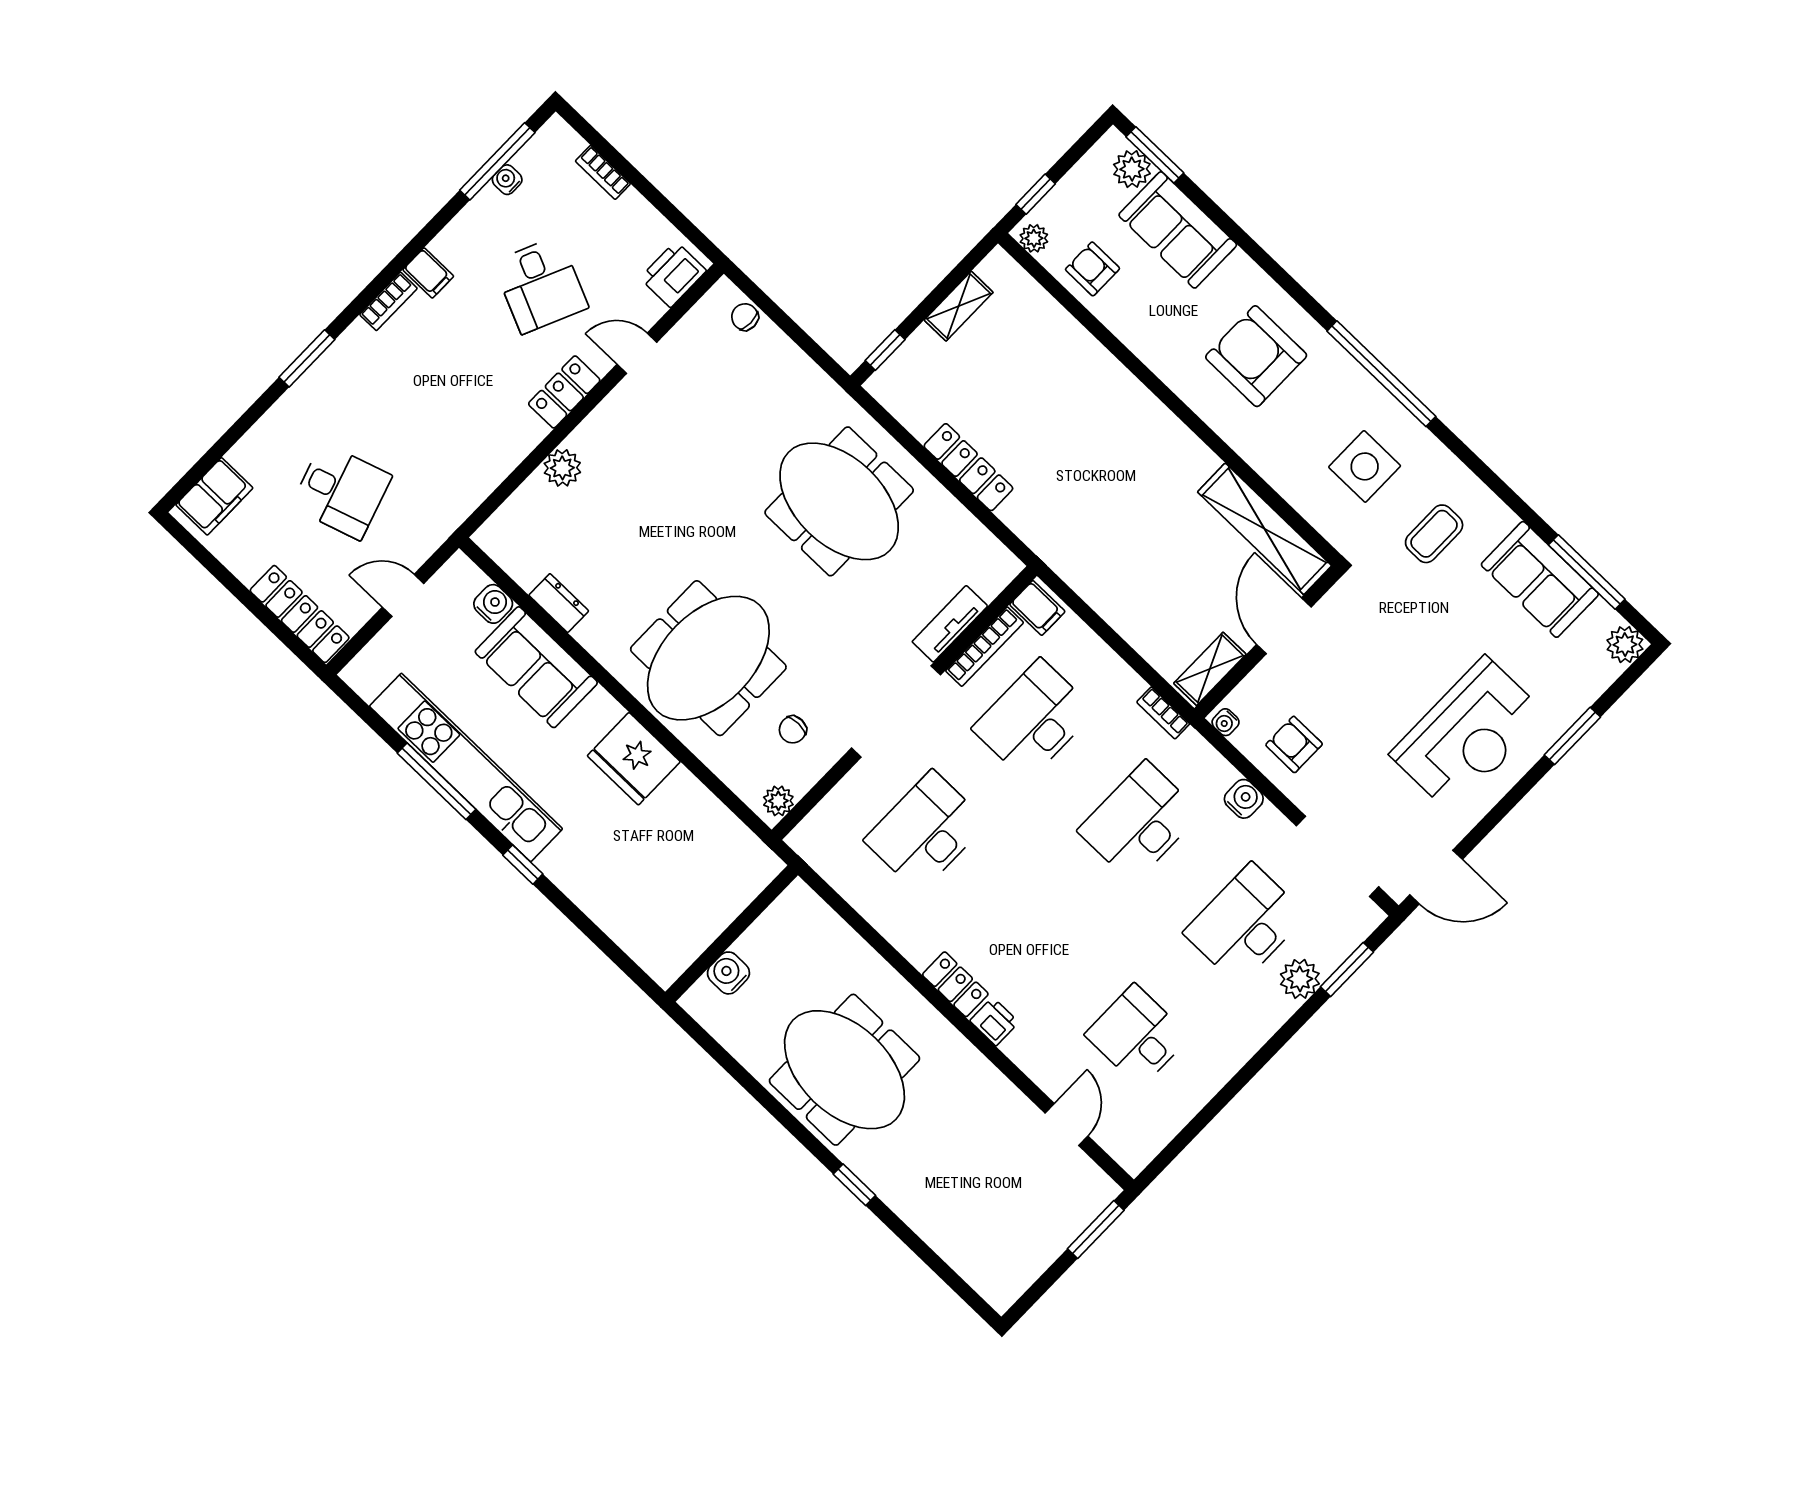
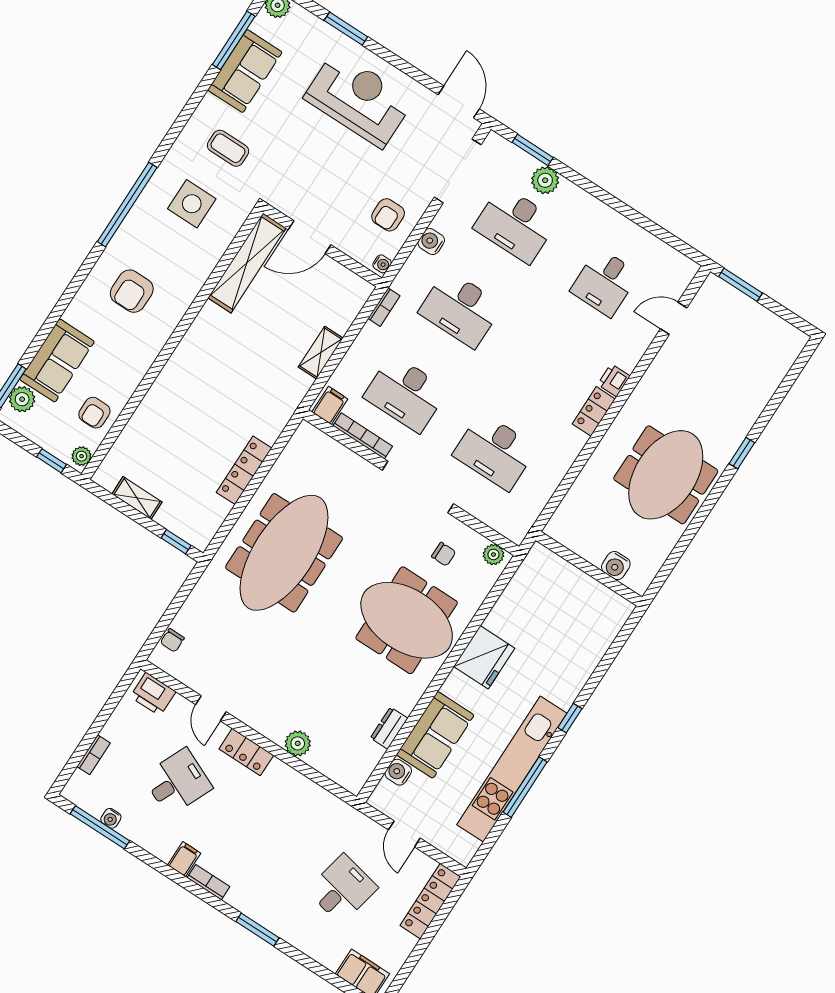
armchair: (1256, 356) -> (132, 291), width x0.73, depth x0.73
desk: (341, 491) -> (342, 889), turned 30
meeting table: (839, 501) -> (284, 553), width x1.36
tv unit: (950, 624) -> (352, 462), removed
shelving: (1210, 669) -> (321, 353), moved, turned 90

